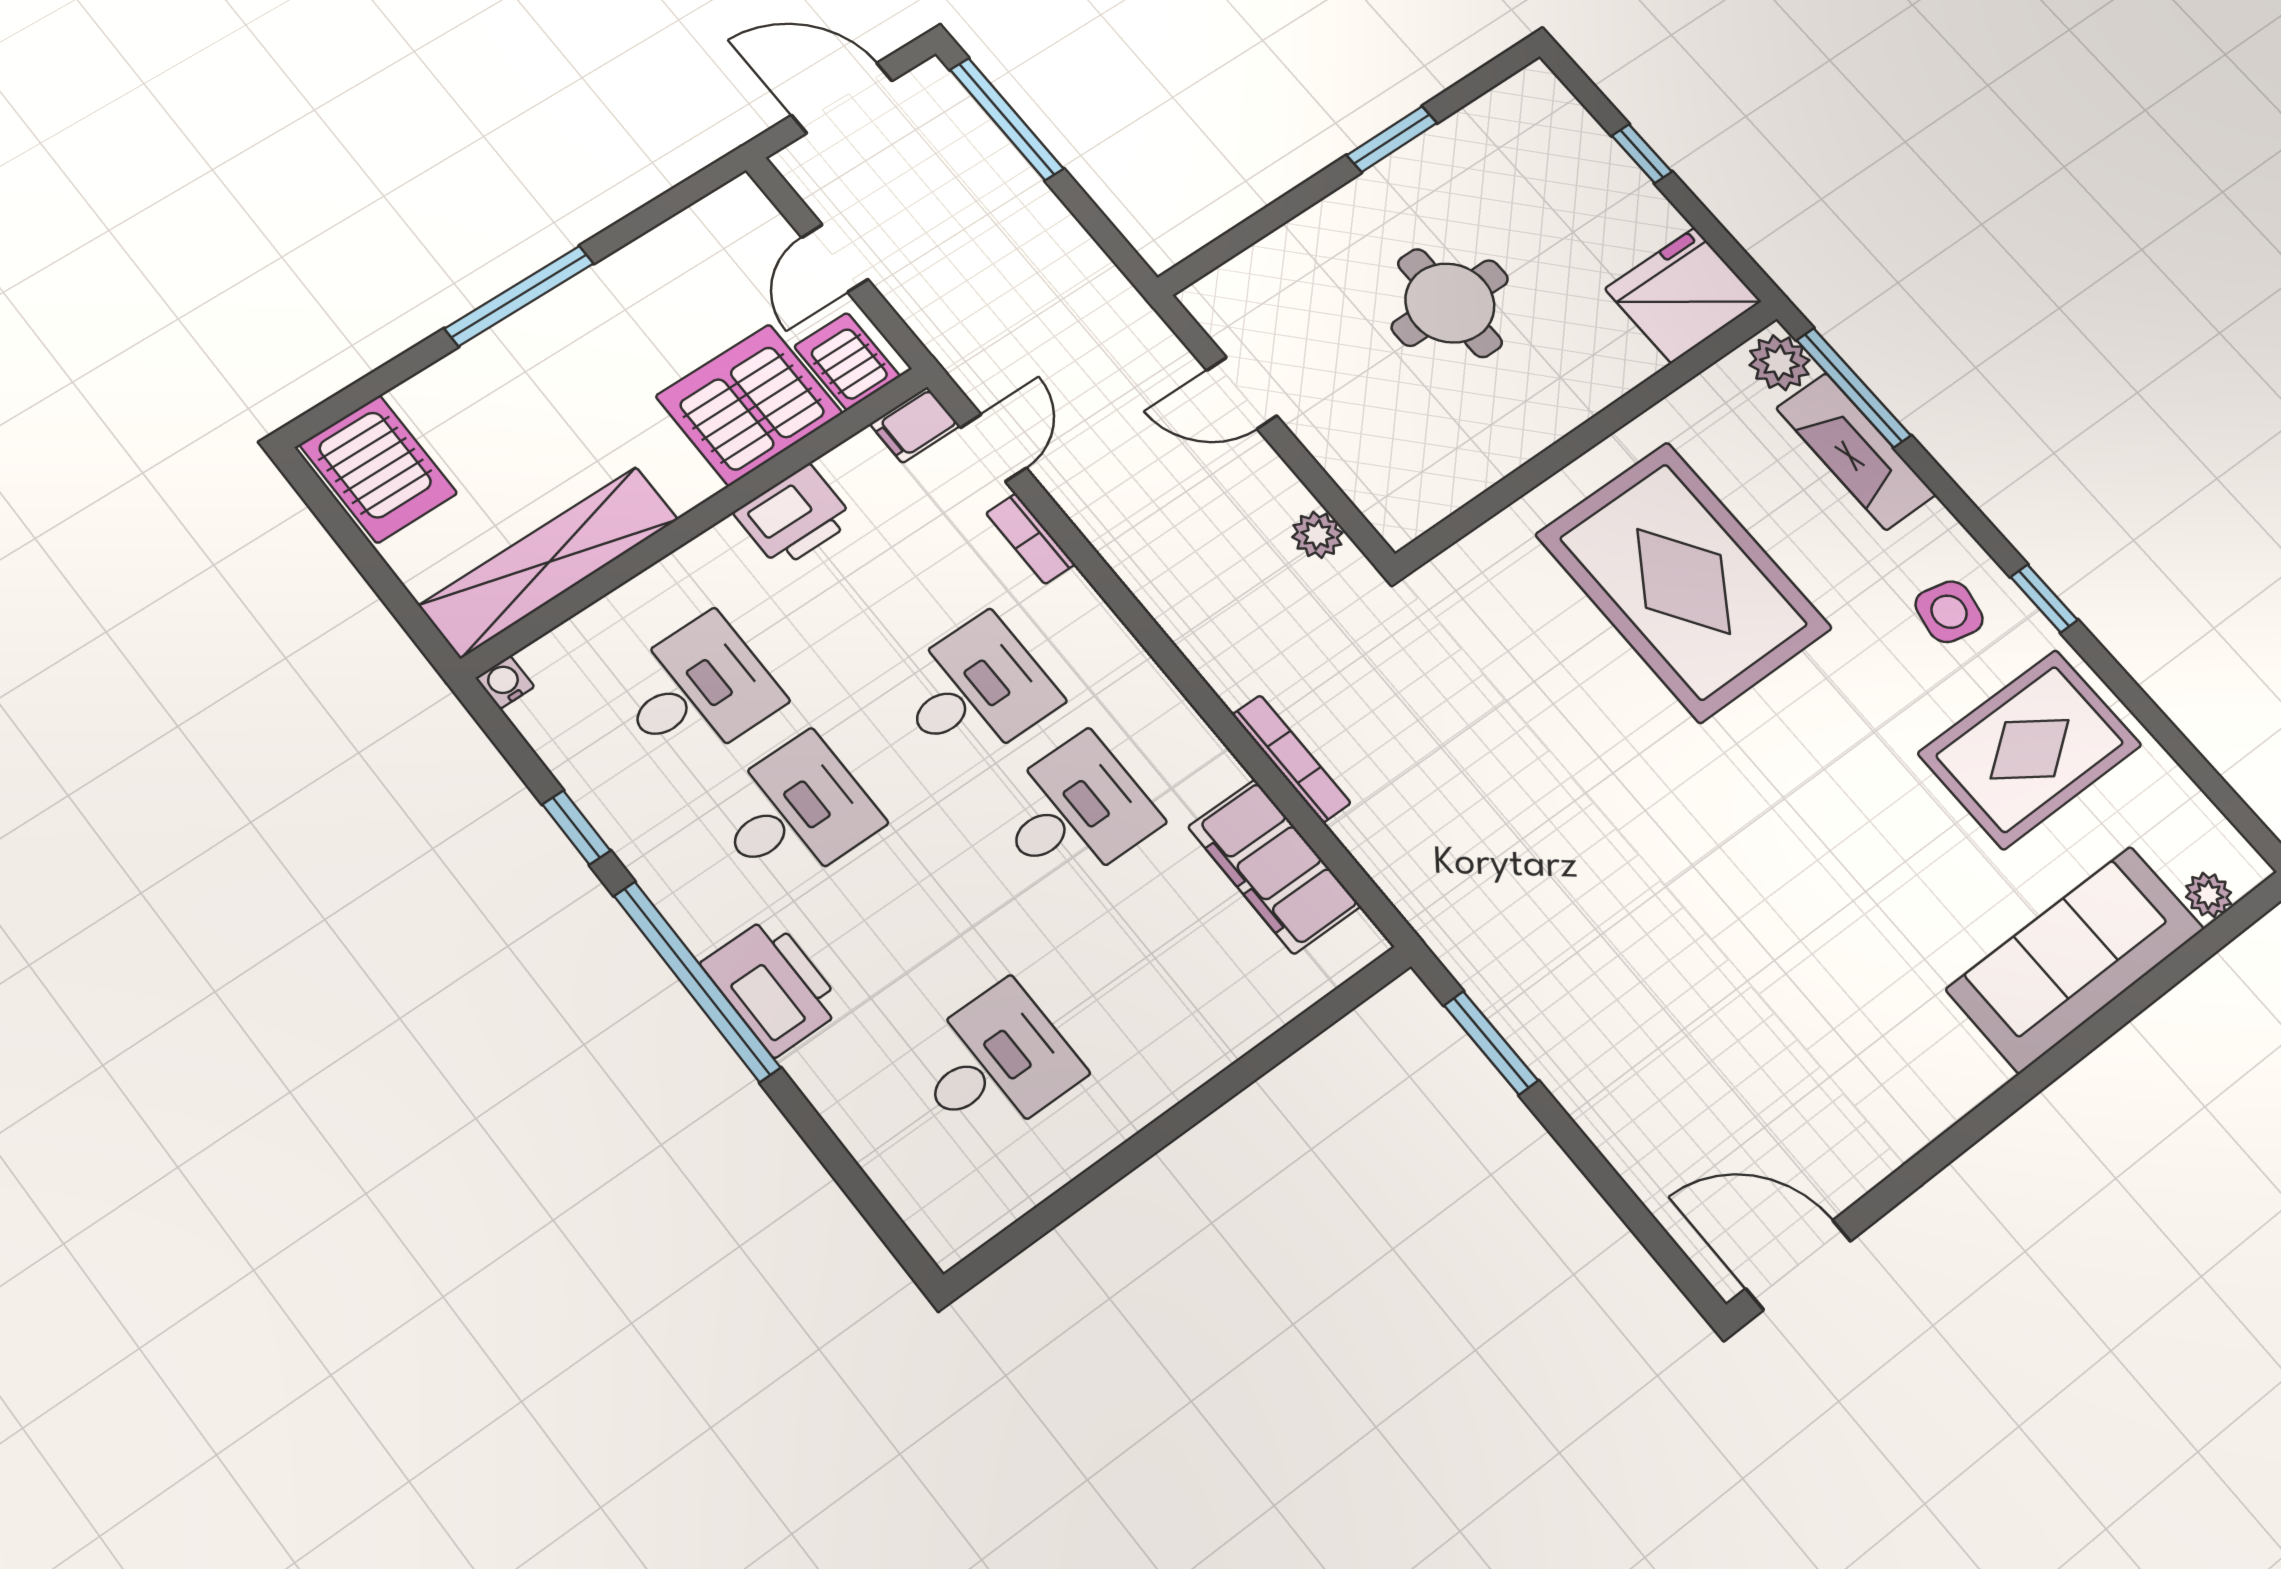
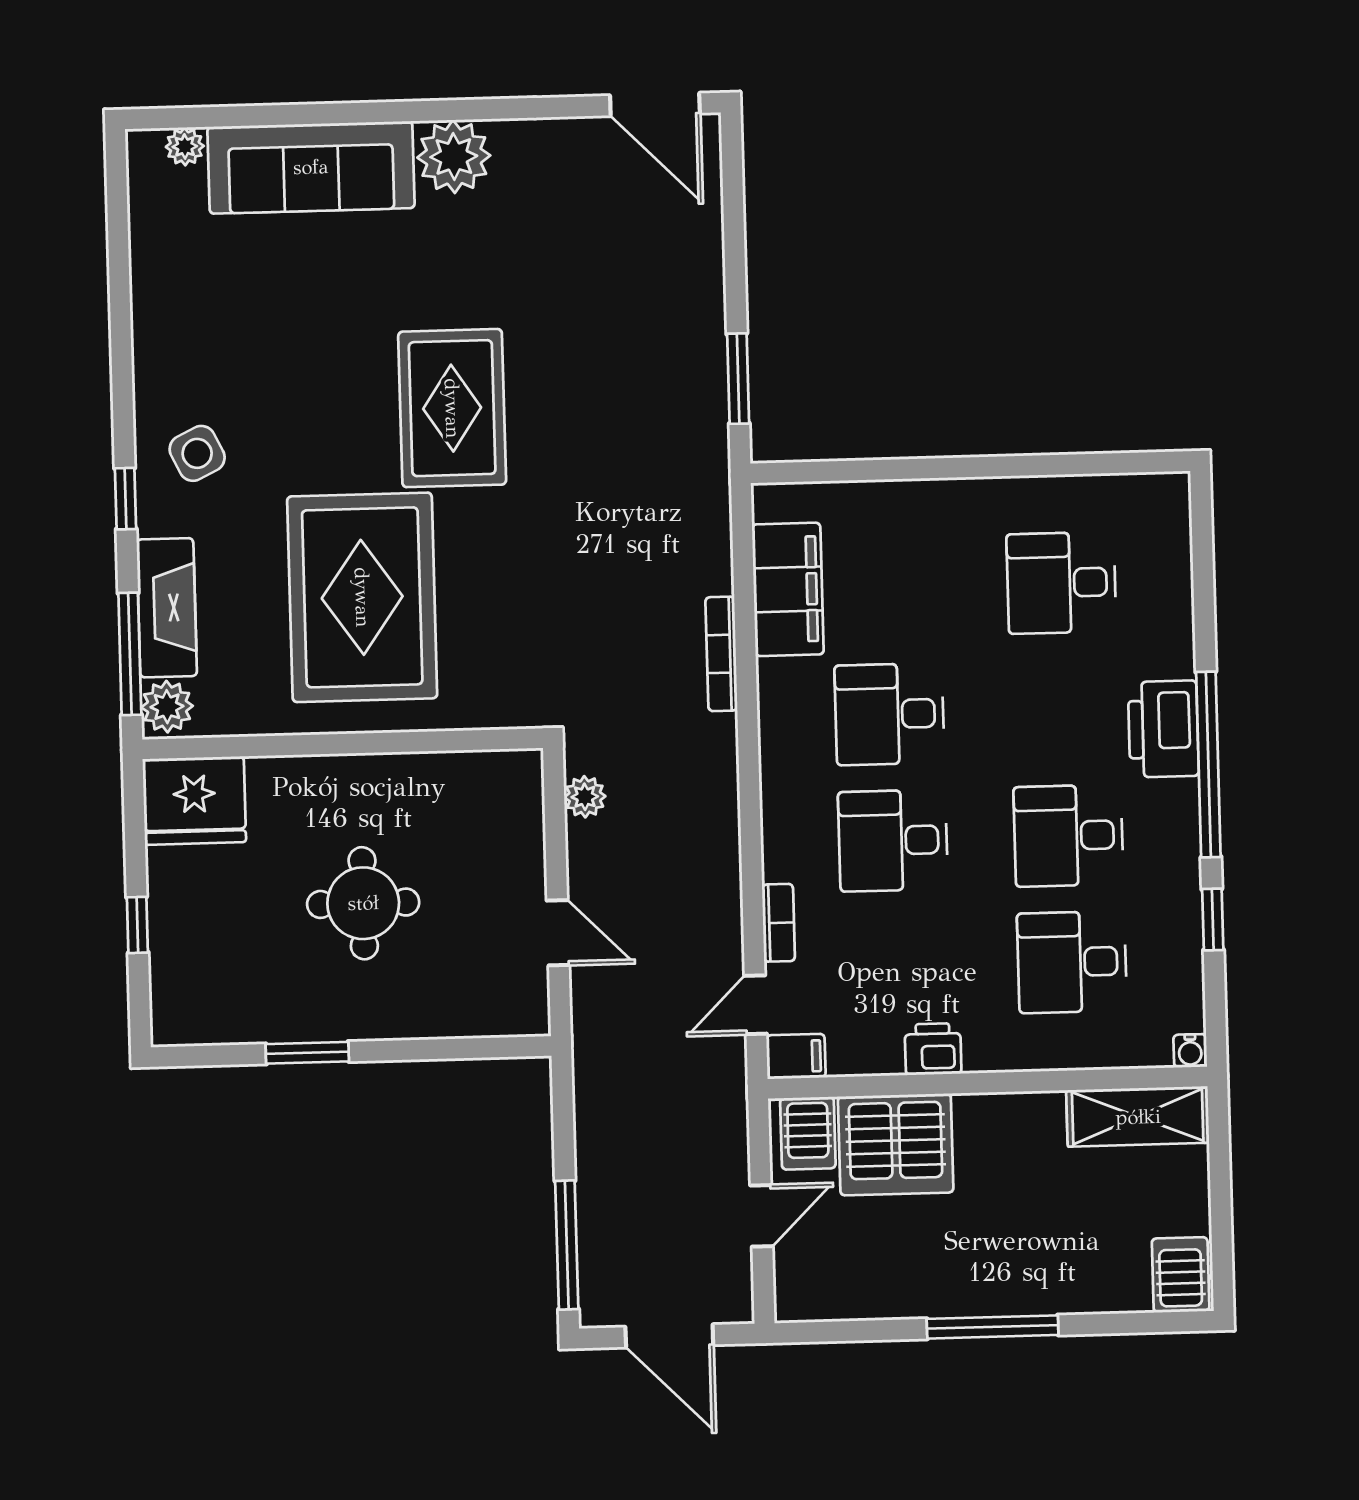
server rack: (378, 469) -> (1181, 1275), width x0.73, depth x0.70
printer: (794, 516) -> (933, 1049), width x0.73, depth x0.81
shelving: (549, 562) -> (1138, 1117), width x0.68
window: (2044, 598) -> (125, 499), moved
side table: (1949, 612) -> (197, 453), turned -38
rug: (2030, 749) -> (452, 408), moved, turned 90
plant: (1950, 1068) -> (454, 157), added

